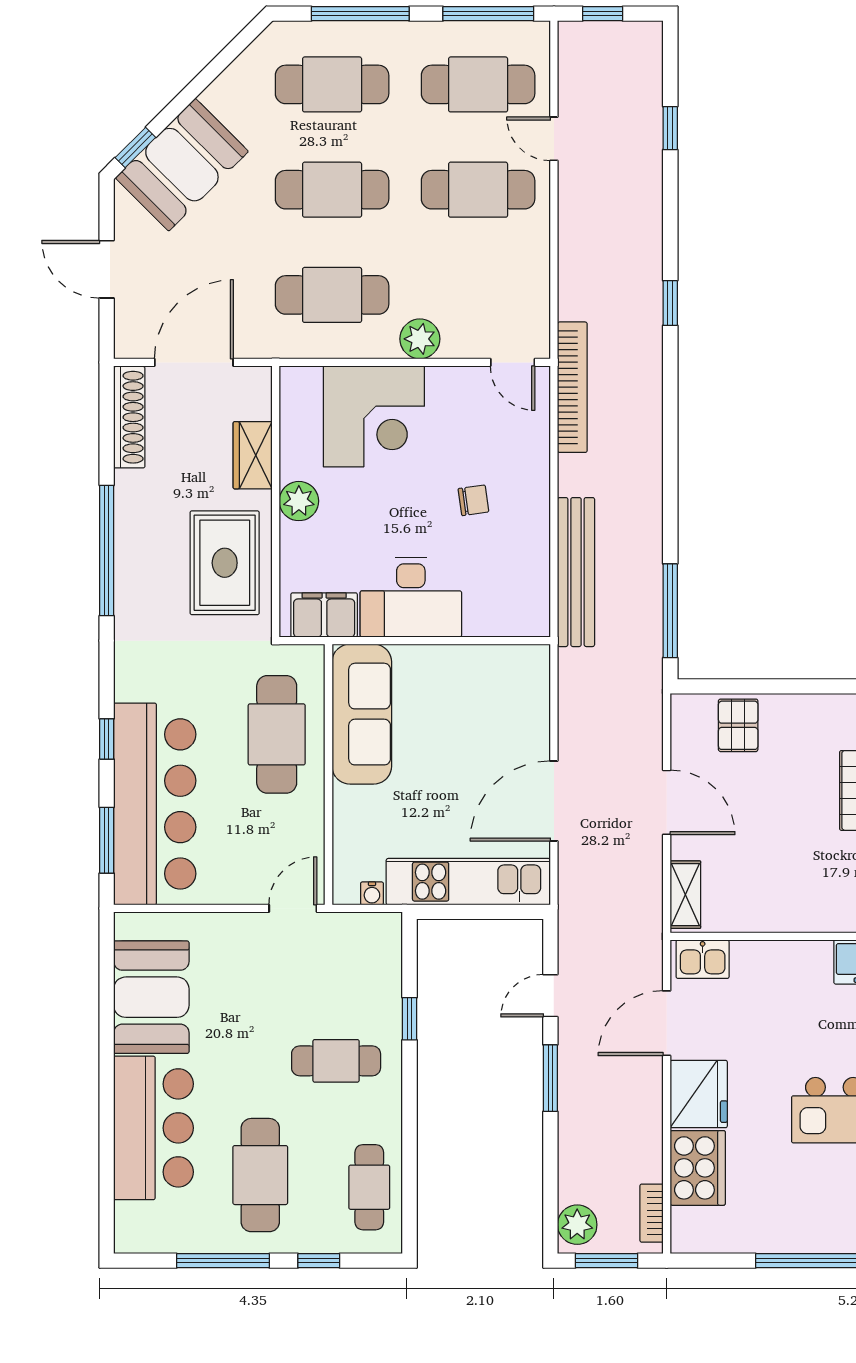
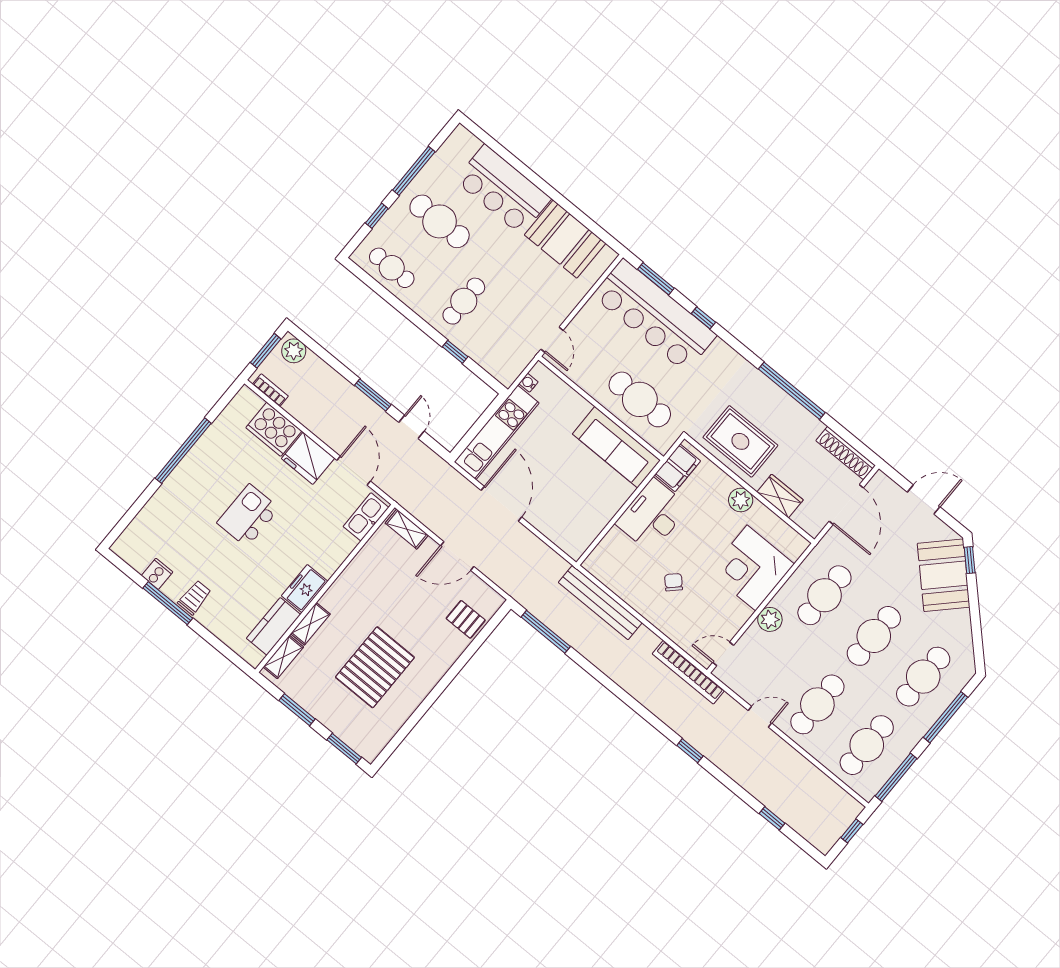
door: (554, 139) -> (760, 717), moved
chair: (473, 500) -> (674, 582), turned 144
kitchen sink: (703, 959) -> (366, 517), width x1.38

